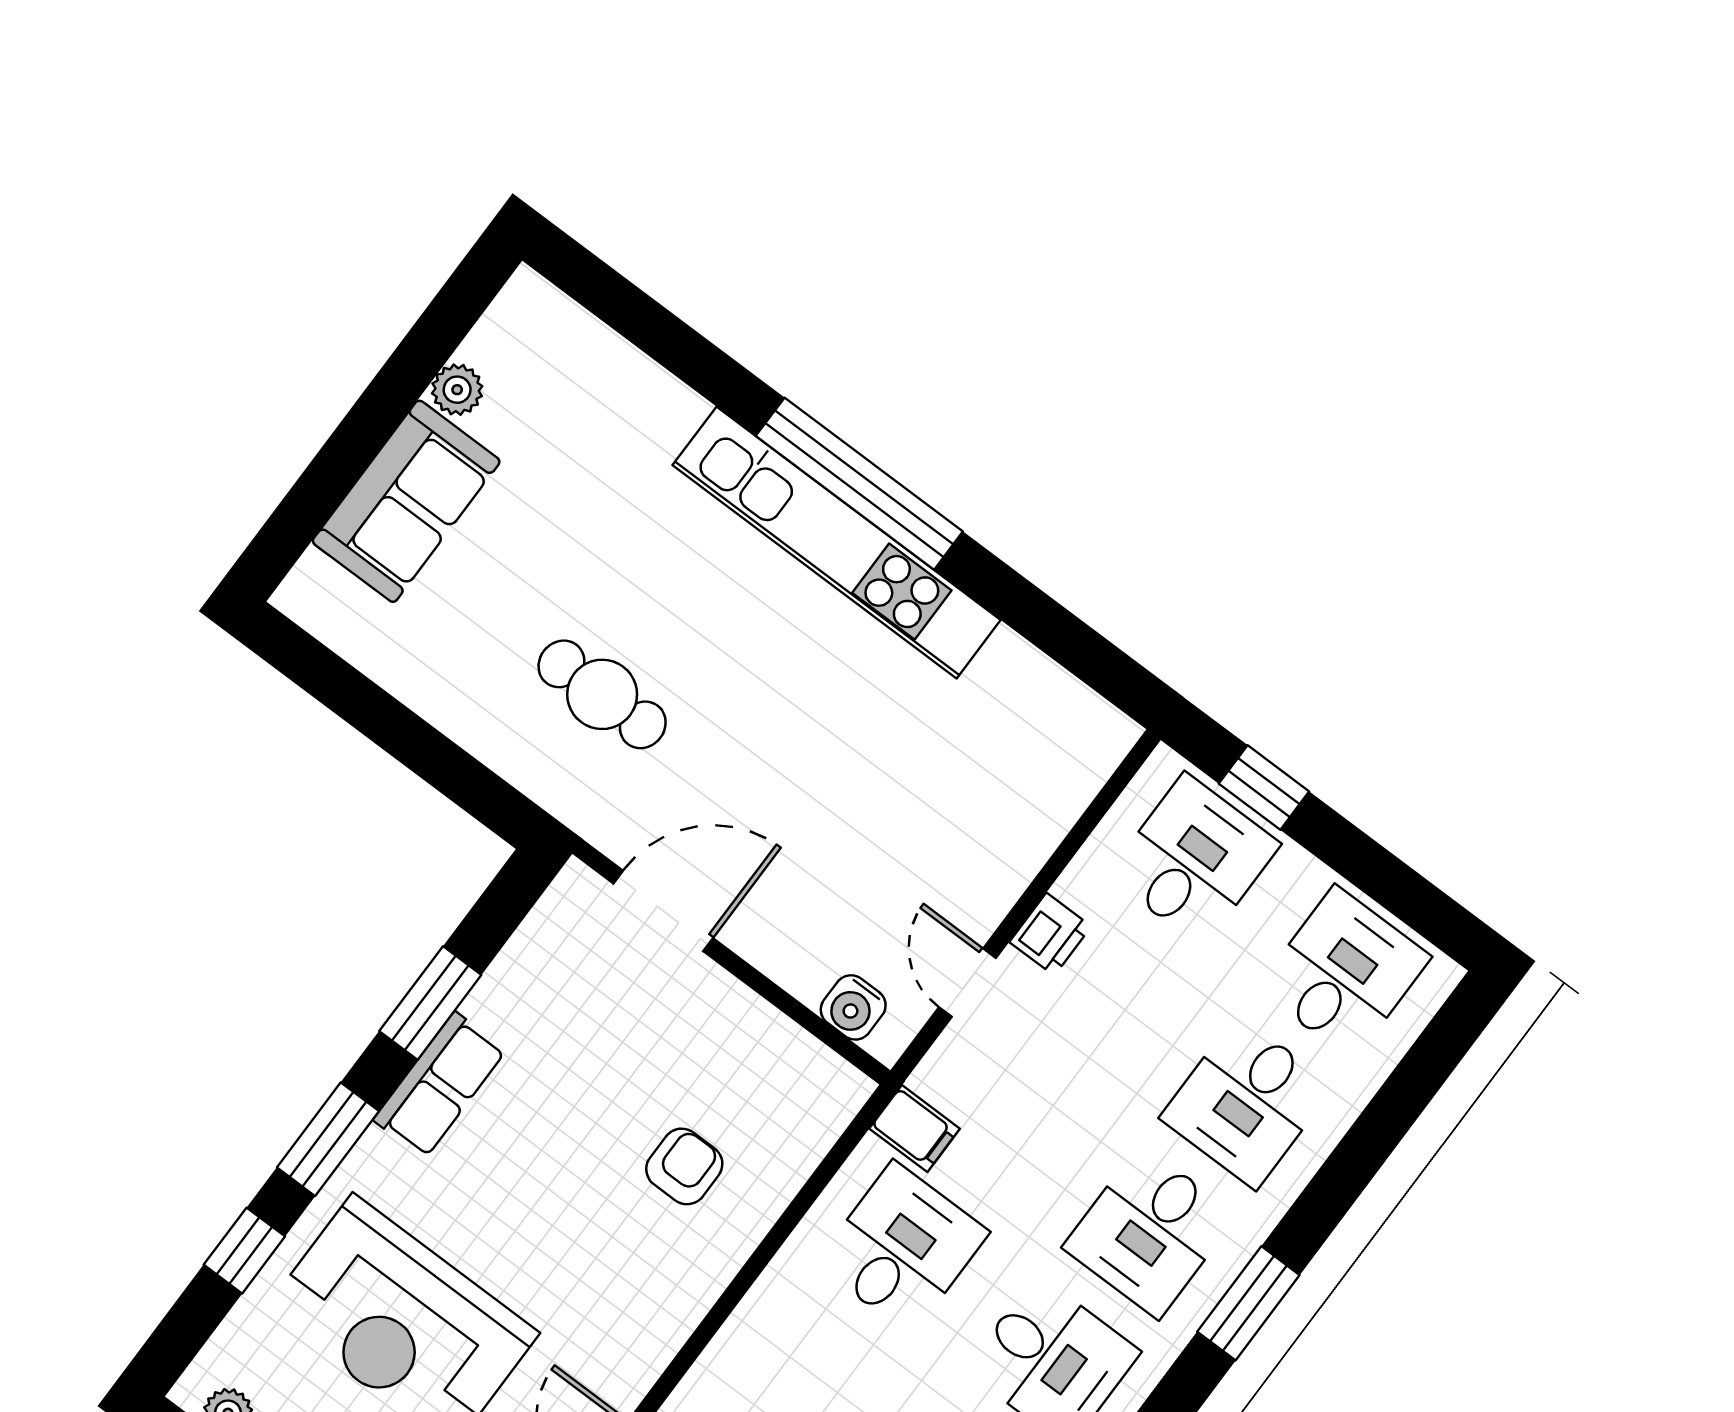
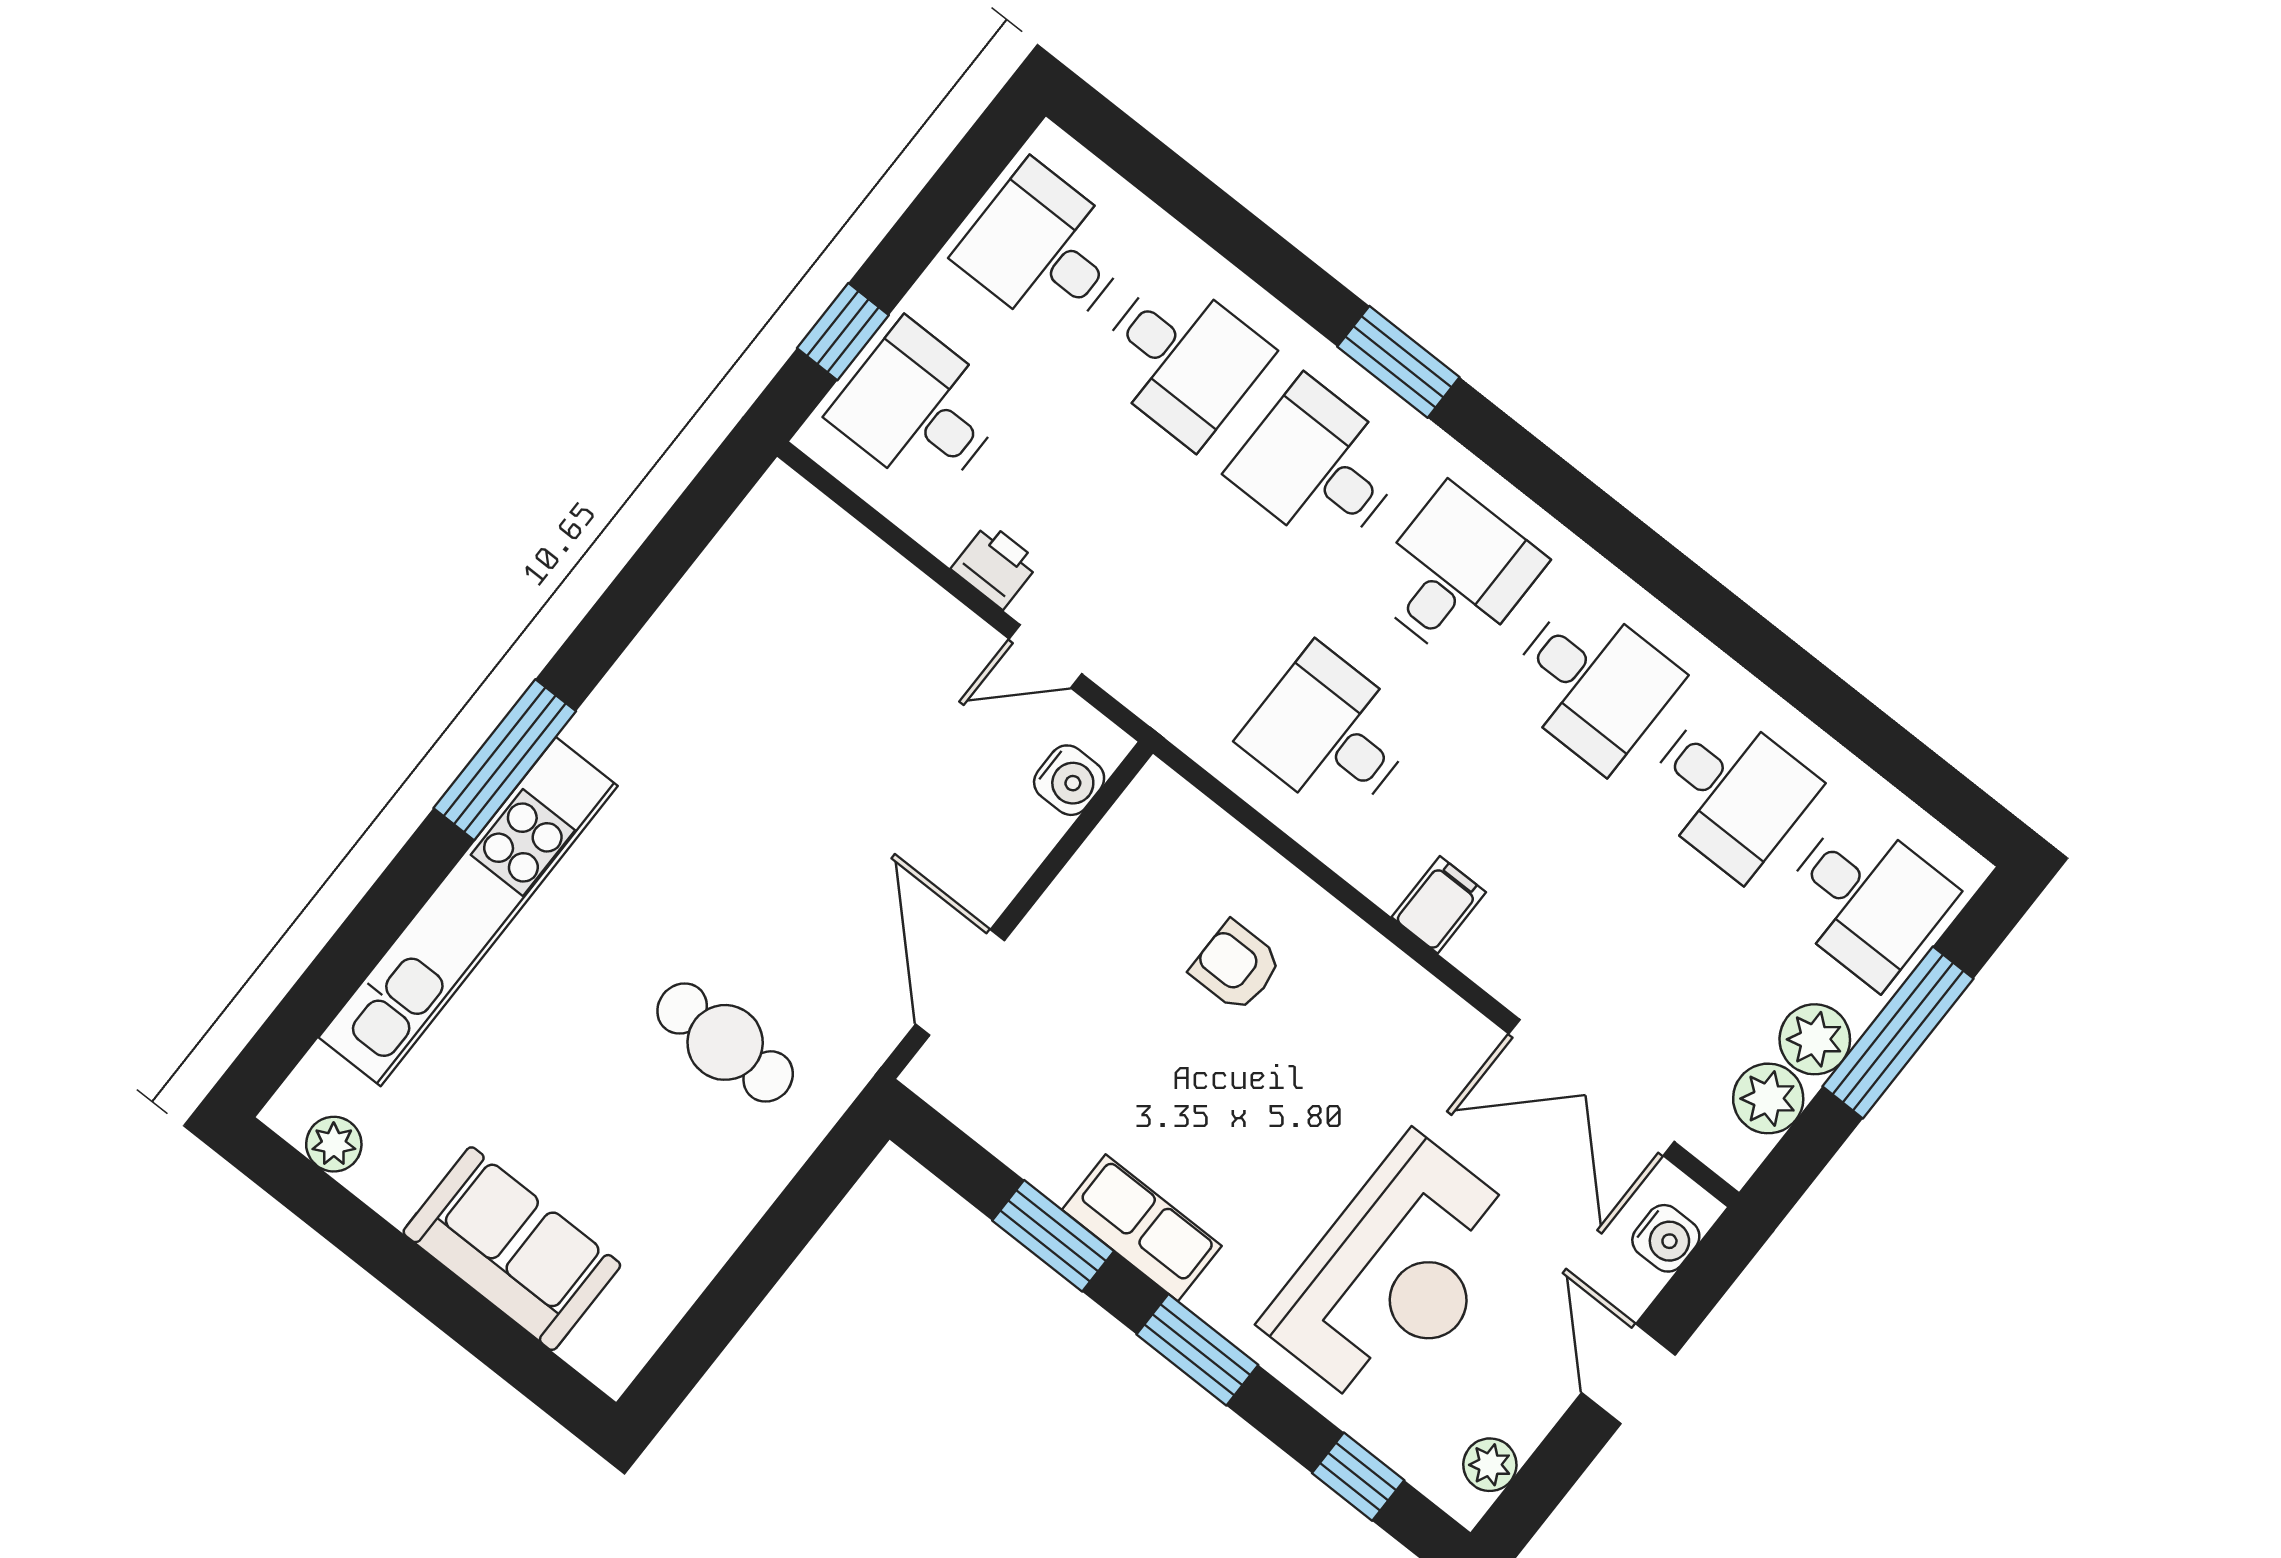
plant: (457, 390) -> (334, 1144), moved
window: (859, 484) -> (505, 760), width x0.68
kitchen unit: (837, 543) -> (468, 912), moved
cafe table: (602, 694) -> (725, 1042), turned 90
filing cabinet: (915, 1129) -> (1439, 905), moved
desk: (1150, 1231) -> (1318, 467), turned 180
window: (244, 1251) -> (1358, 1477), moved

